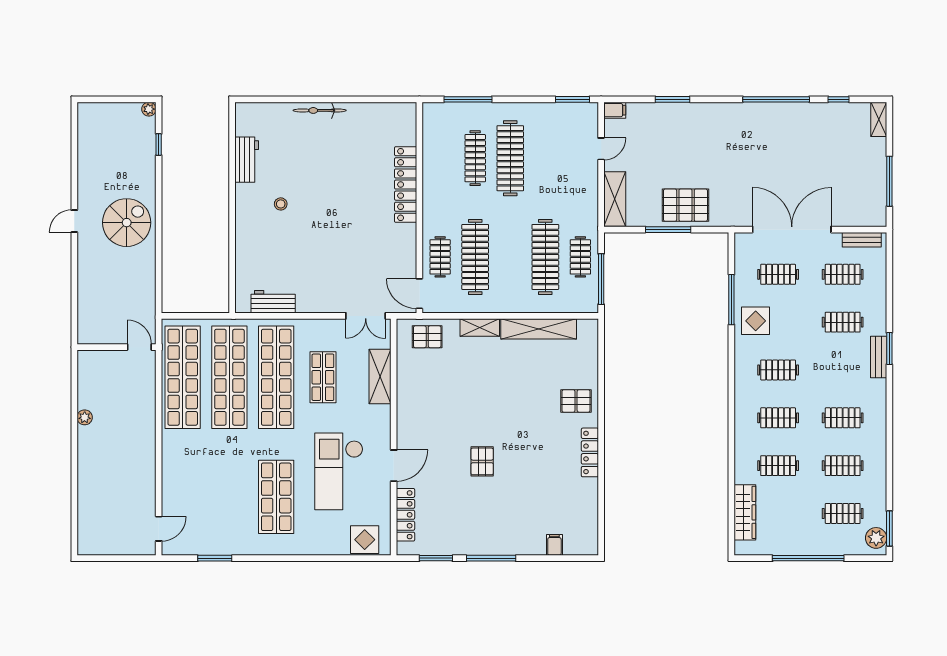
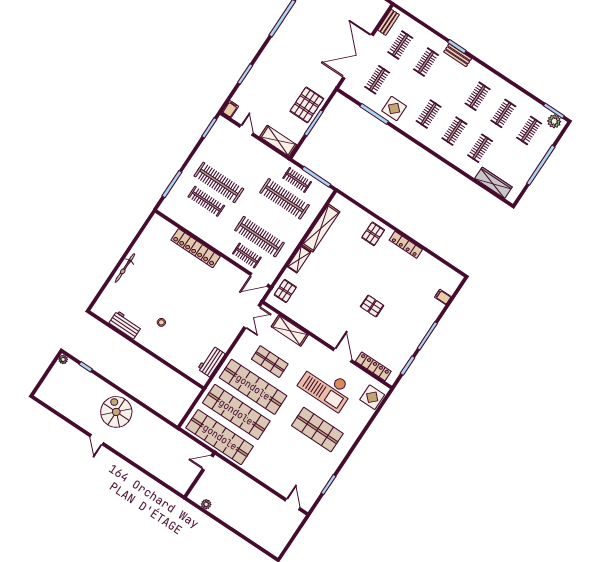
wall: (116, 347) -> (199, 475), moved
door: (139, 347) -> (208, 463), moved

